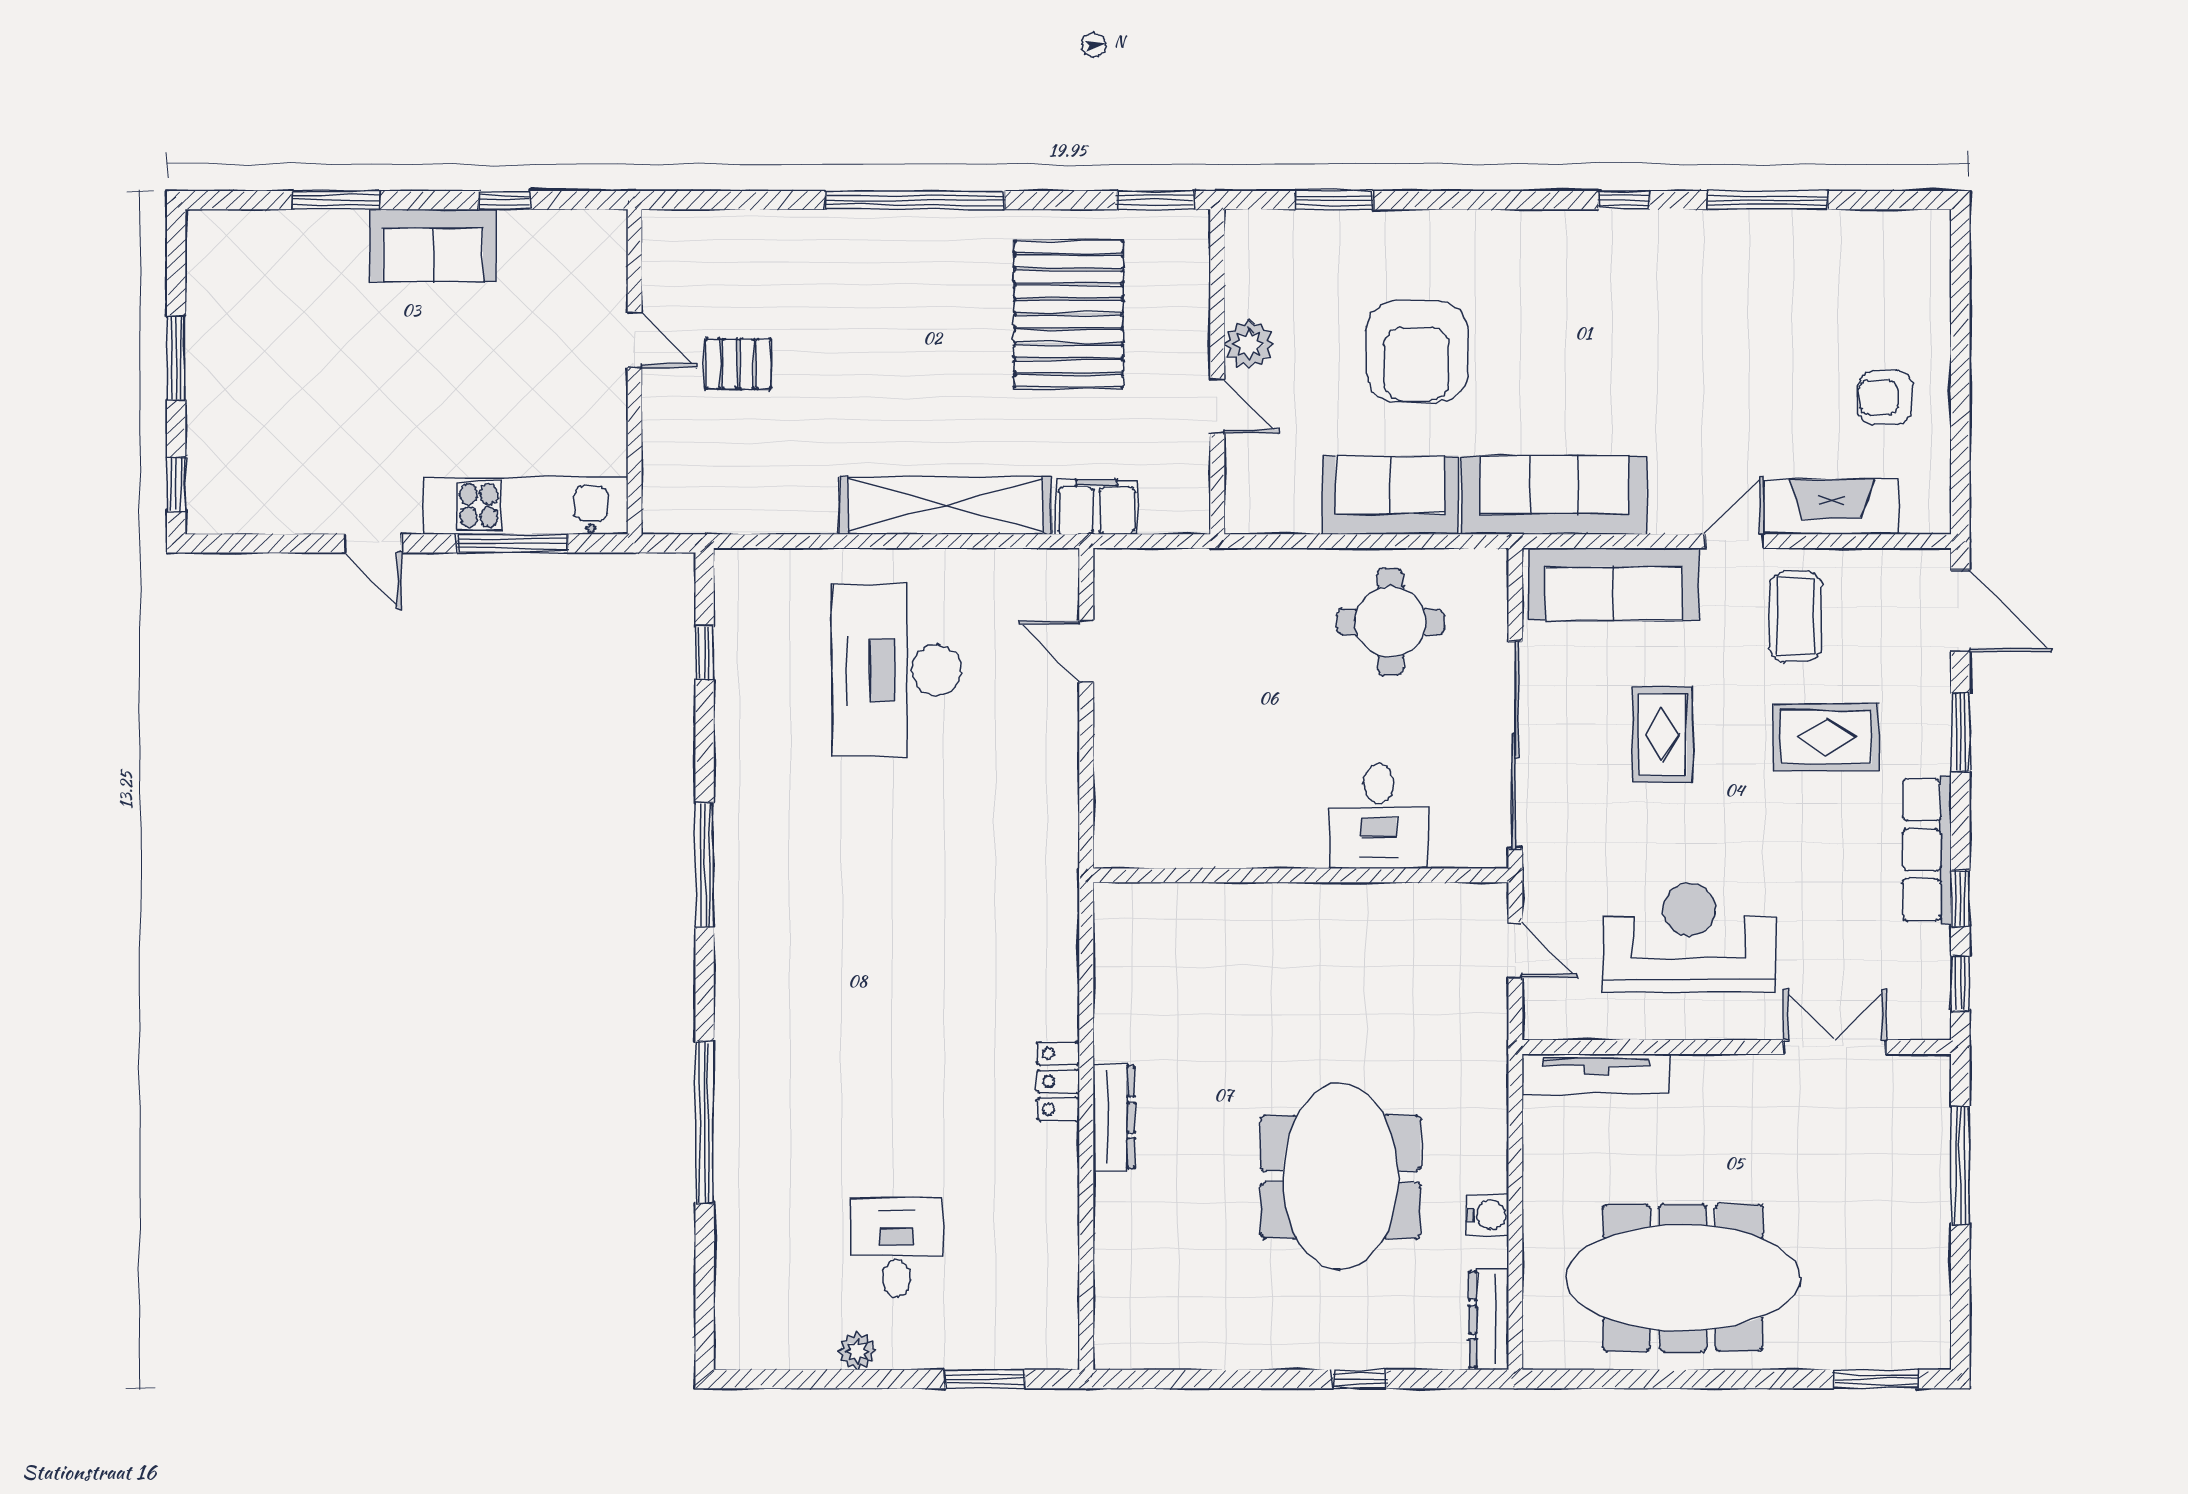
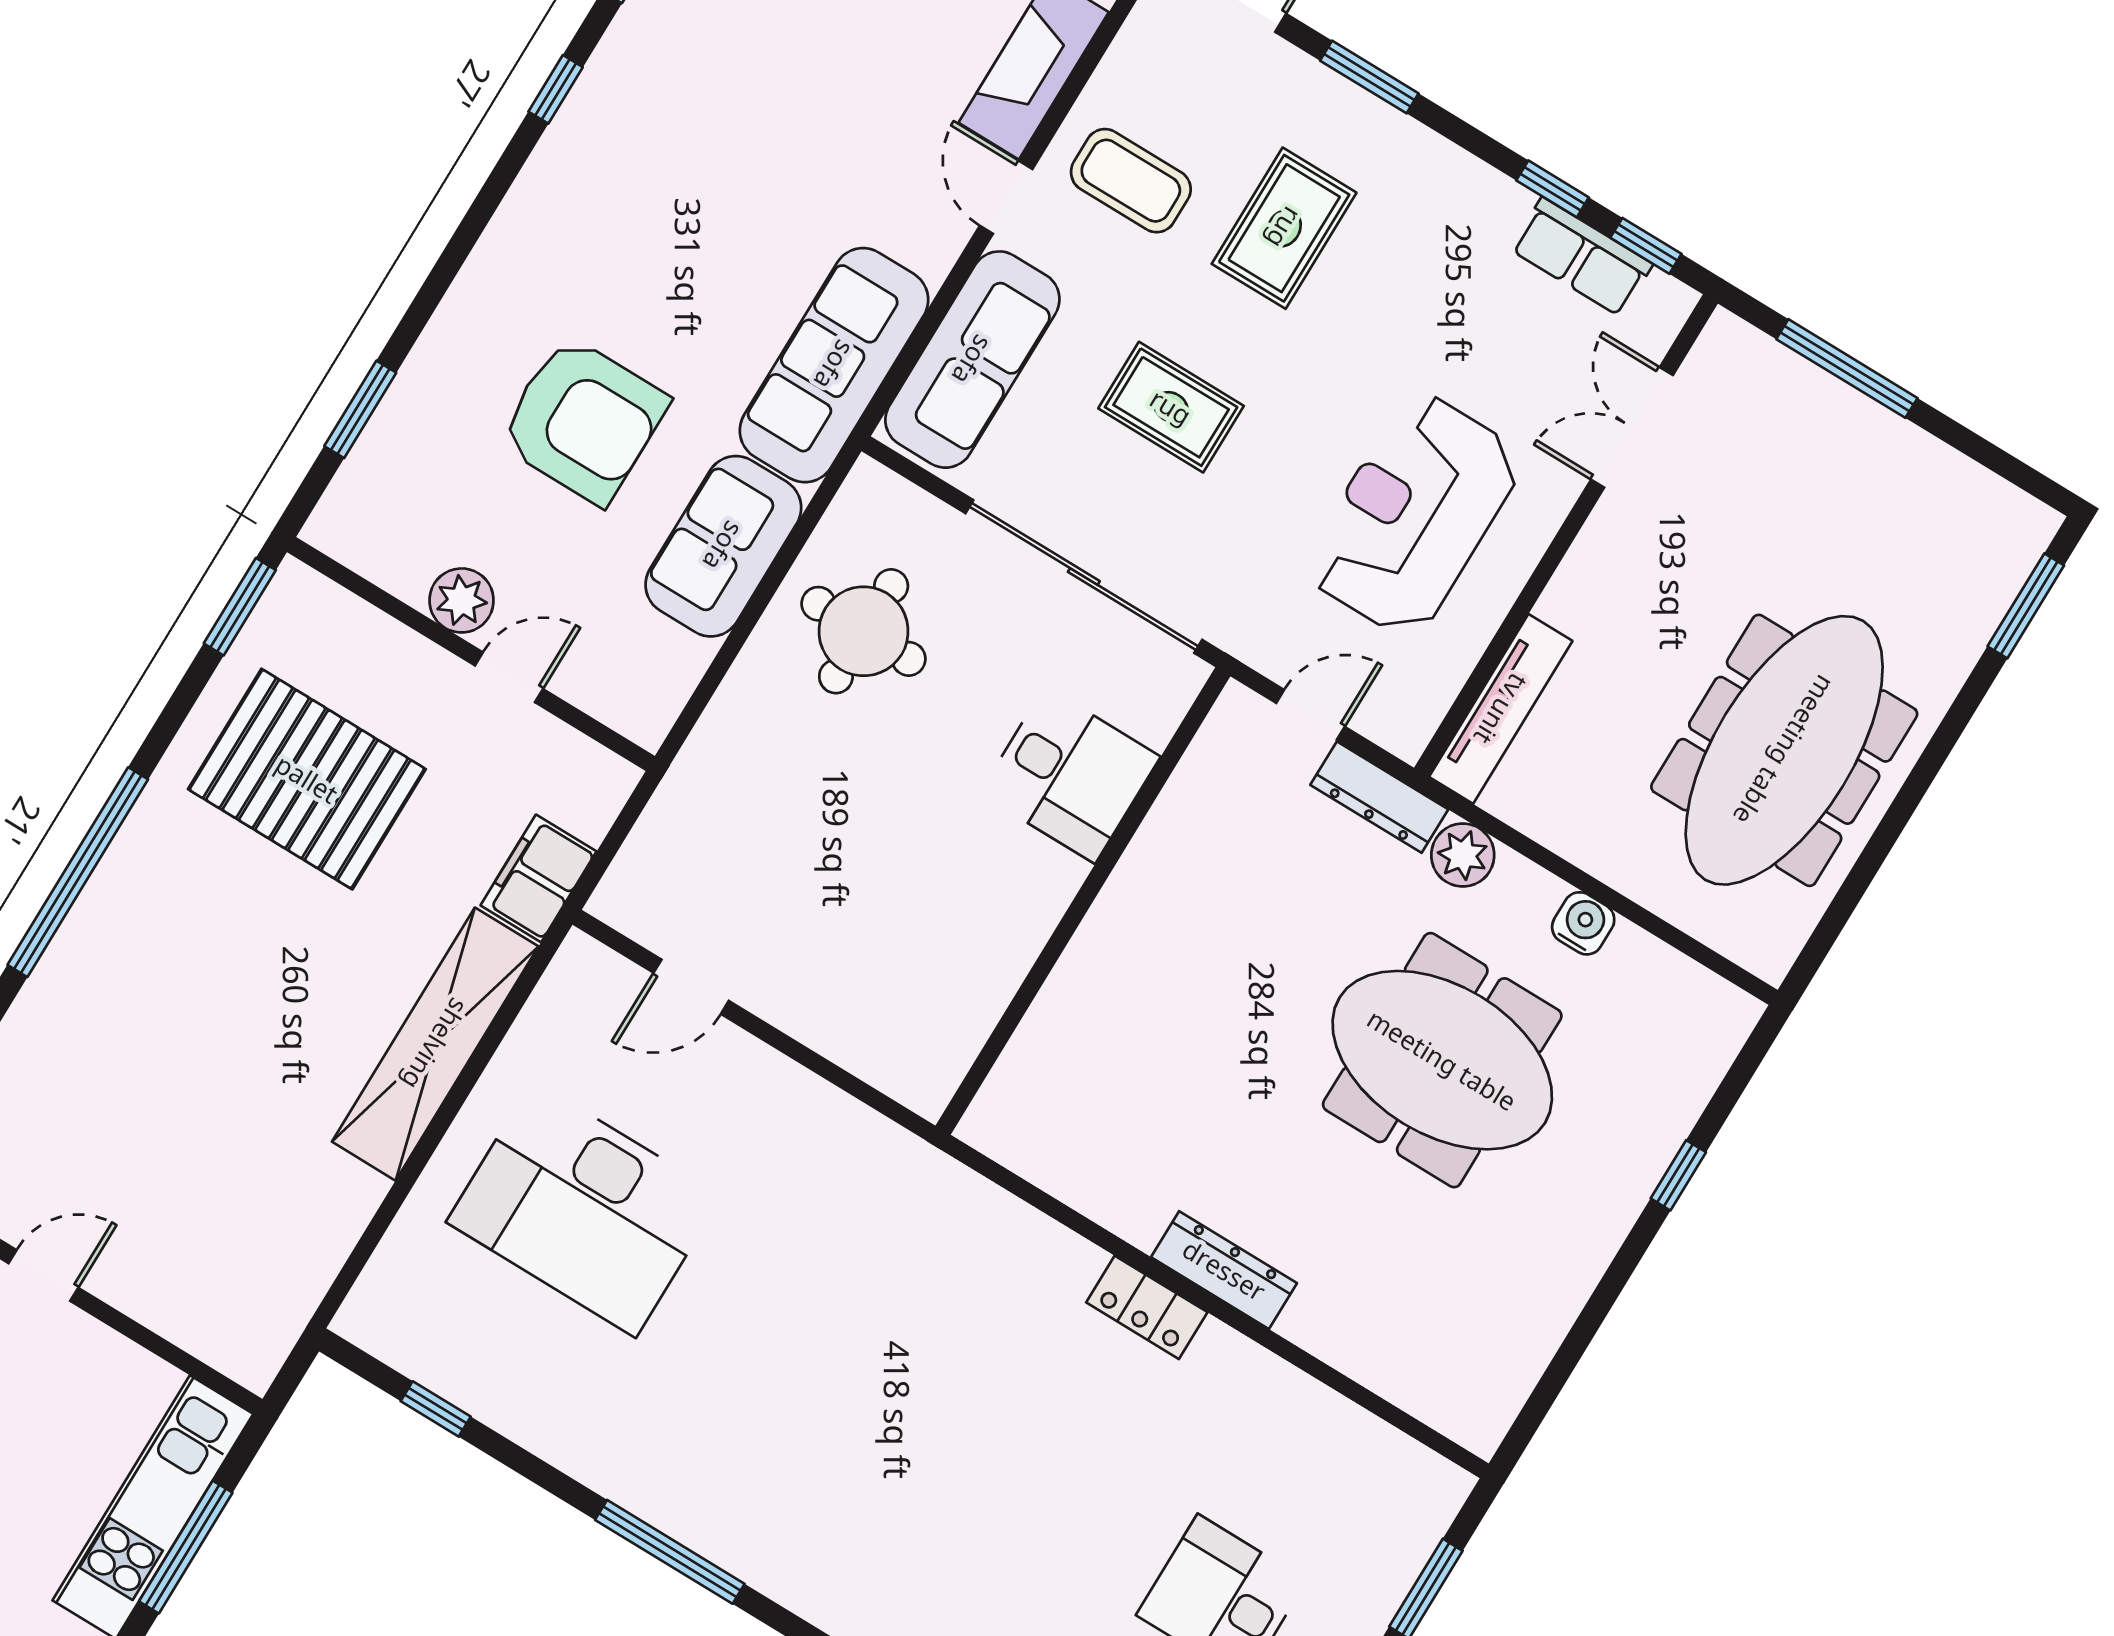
pallet: (738, 364) -> (139, 1177), removed
row of seats: (1927, 850) -> (1581, 257), moved, width x0.68
plant: (1484, 1108) -> (1463, 855), added
dresser: (1489, 1319) -> (1379, 797), moved

